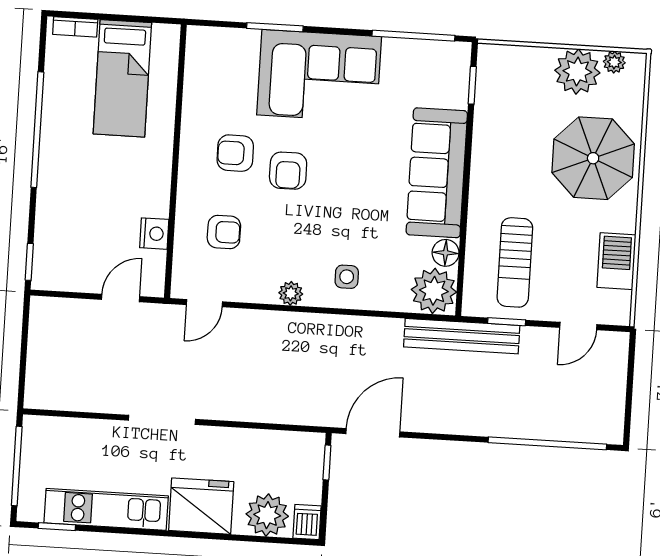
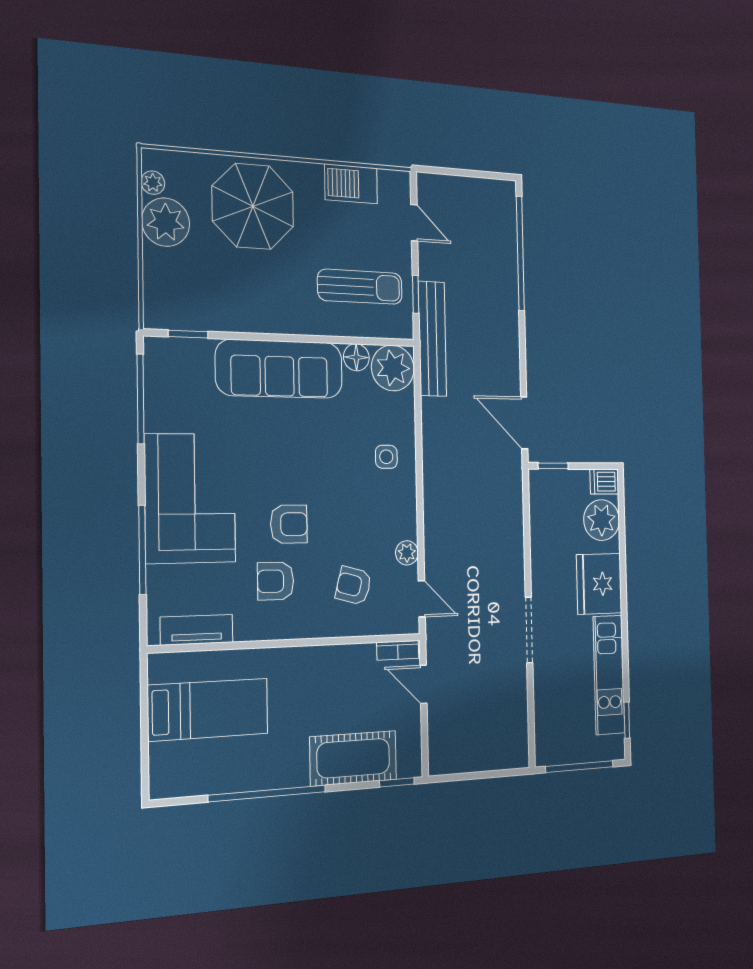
bookcase: (75, 27) -> (398, 650), moved, turned 90
window: (275, 27) -> (142, 550), width x1.44
tv unit: (197, 73) -> (197, 630), added
armchair: (235, 153) -> (276, 581), turned 90
cot: (58, 218) -> (353, 758), added
armchair: (224, 232) -> (354, 586), turned -75
nightstand: (154, 234) -> (360, 657), removed
plant: (291, 293) -> (407, 553), moved

